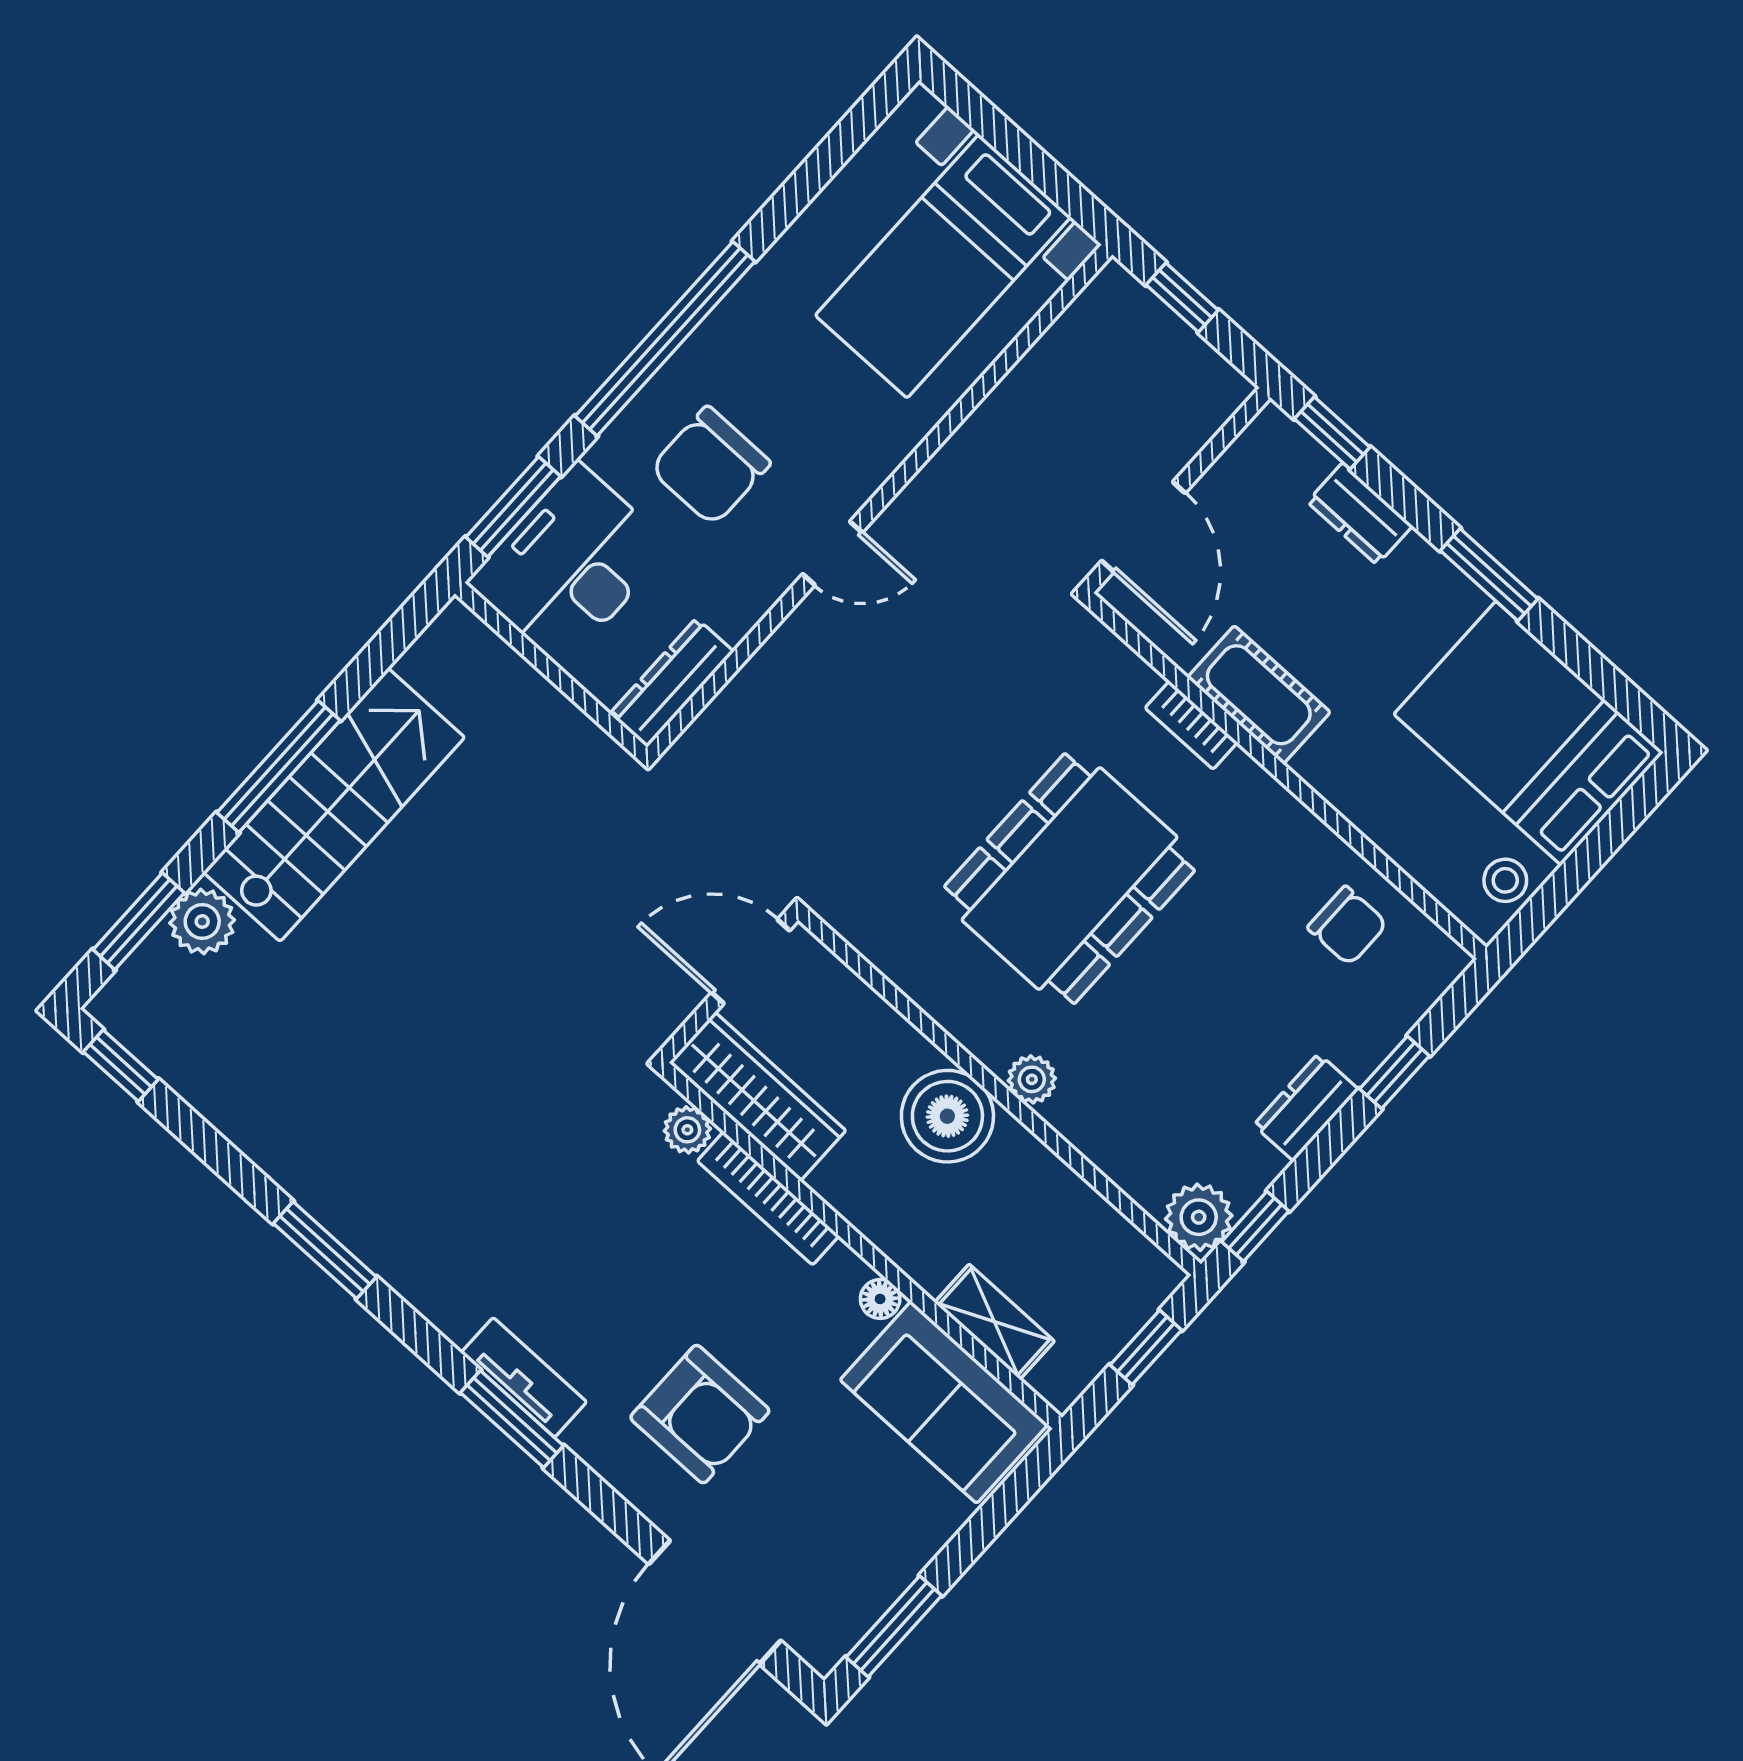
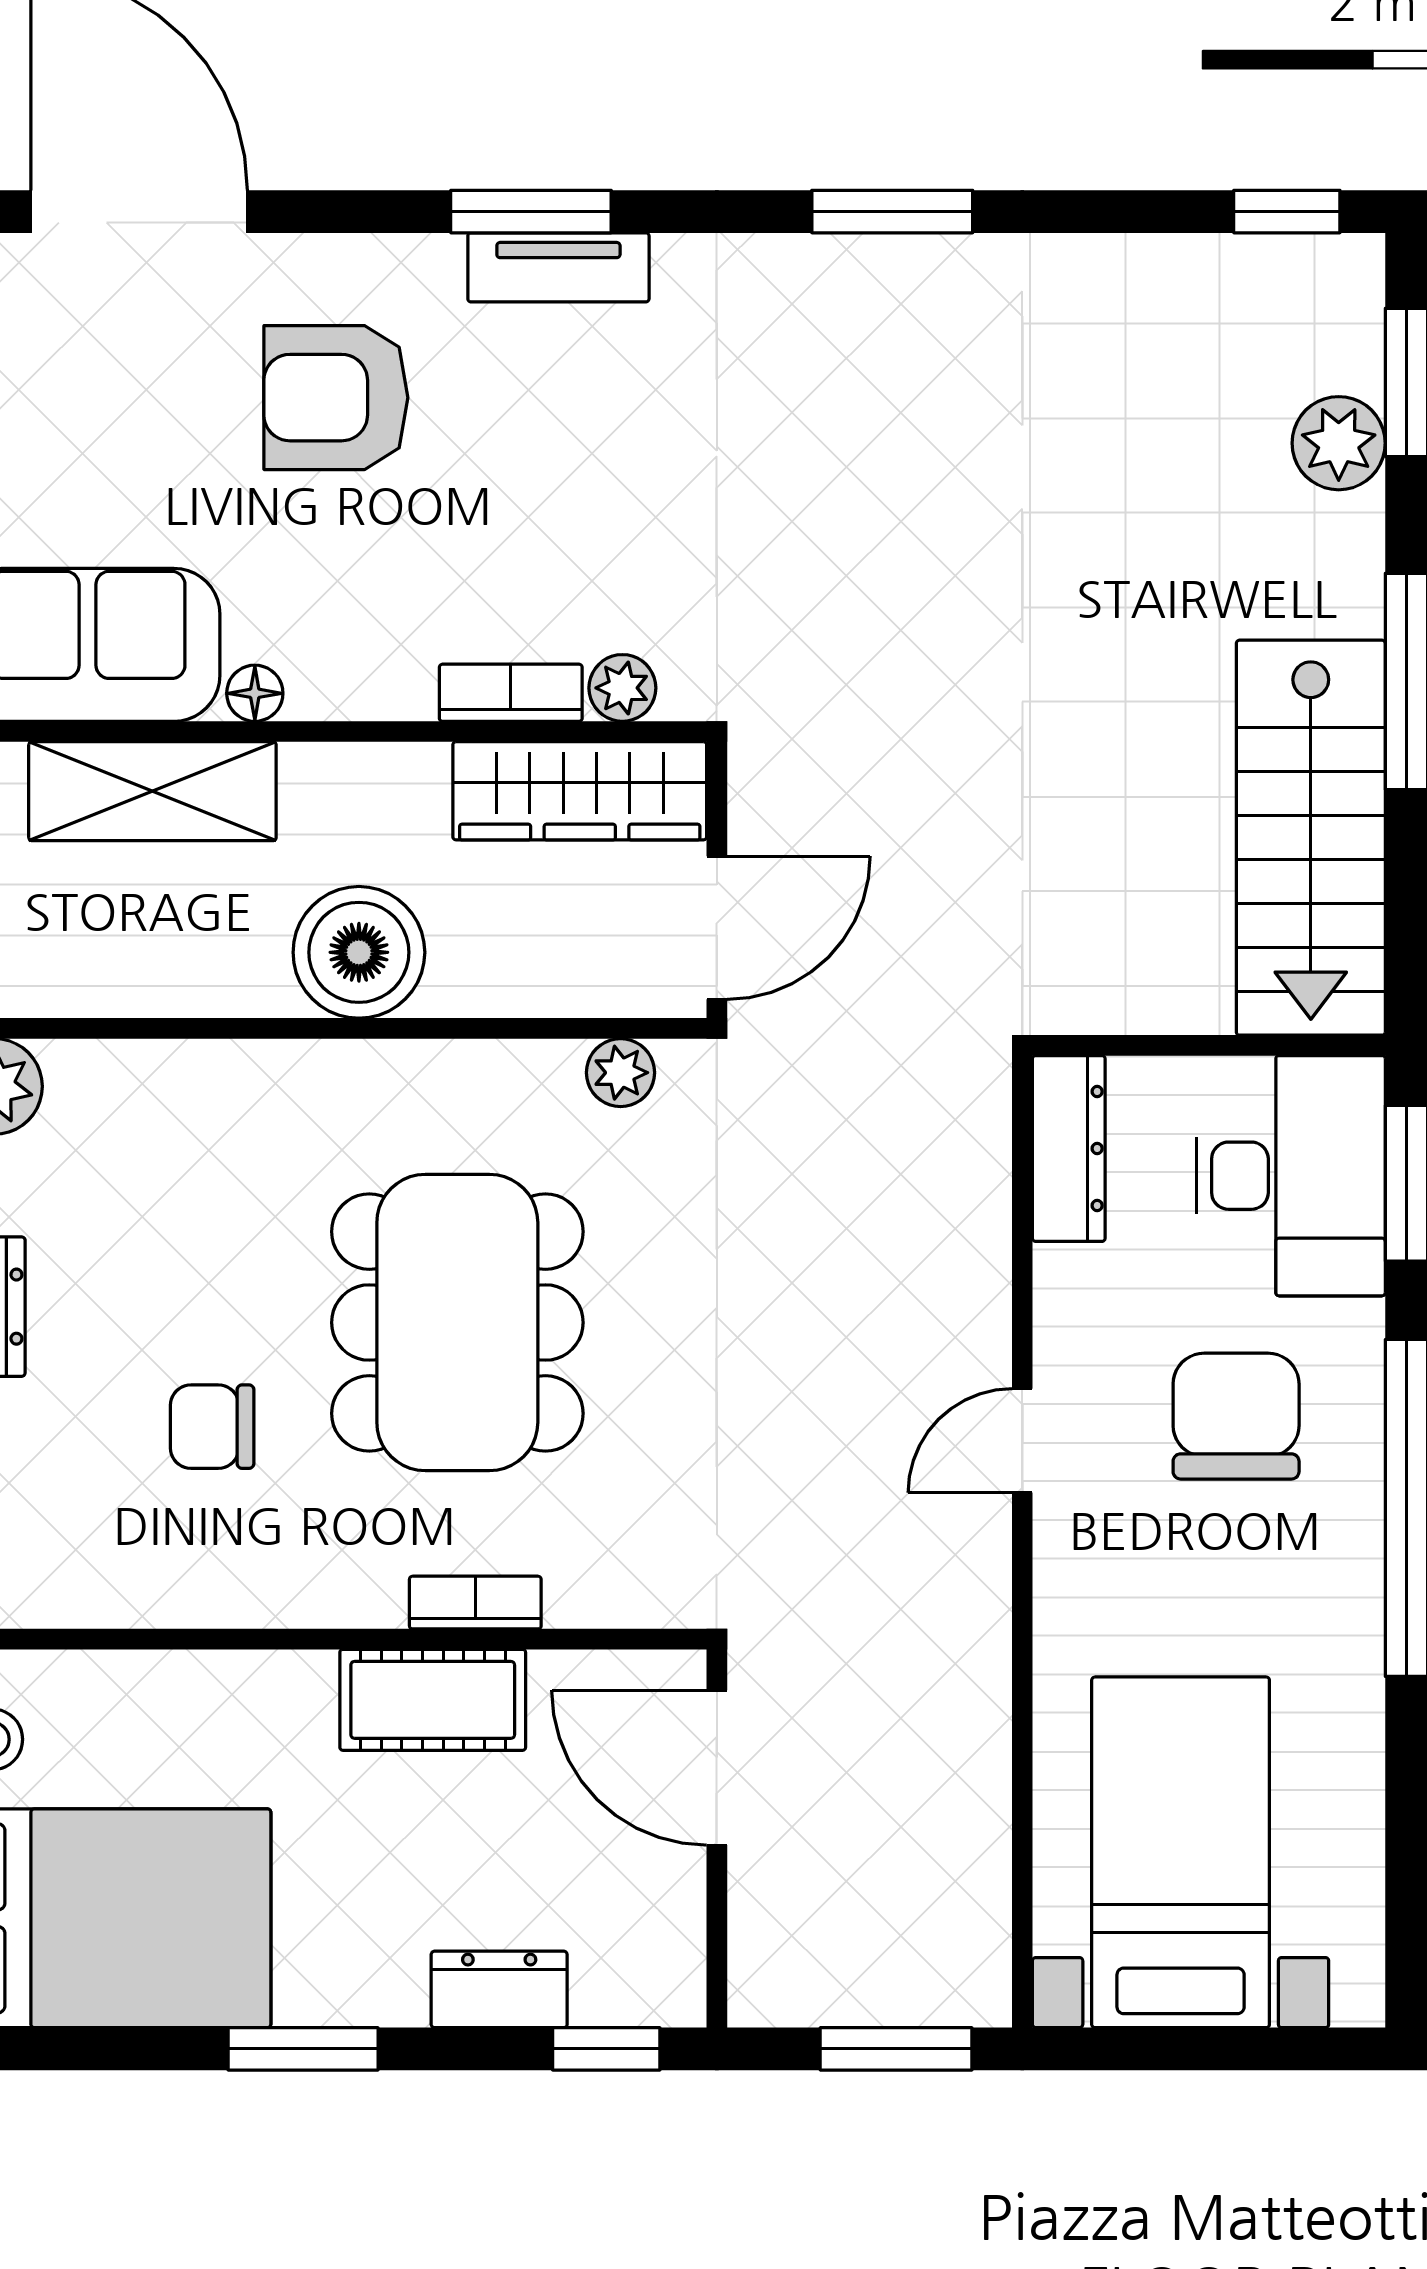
window: (1182, 297) -> (896, 2049), width x1.50
stairs: (334, 805) -> (1311, 838), moved
chair: (1347, 926) -> (212, 1427), moved
plant: (1032, 1079) -> (621, 1073), moved
bookcase: (768, 1198) -> (511, 693), width x0.64
shelving: (994, 1322) -> (152, 791), width x1.50, depth x1.33

